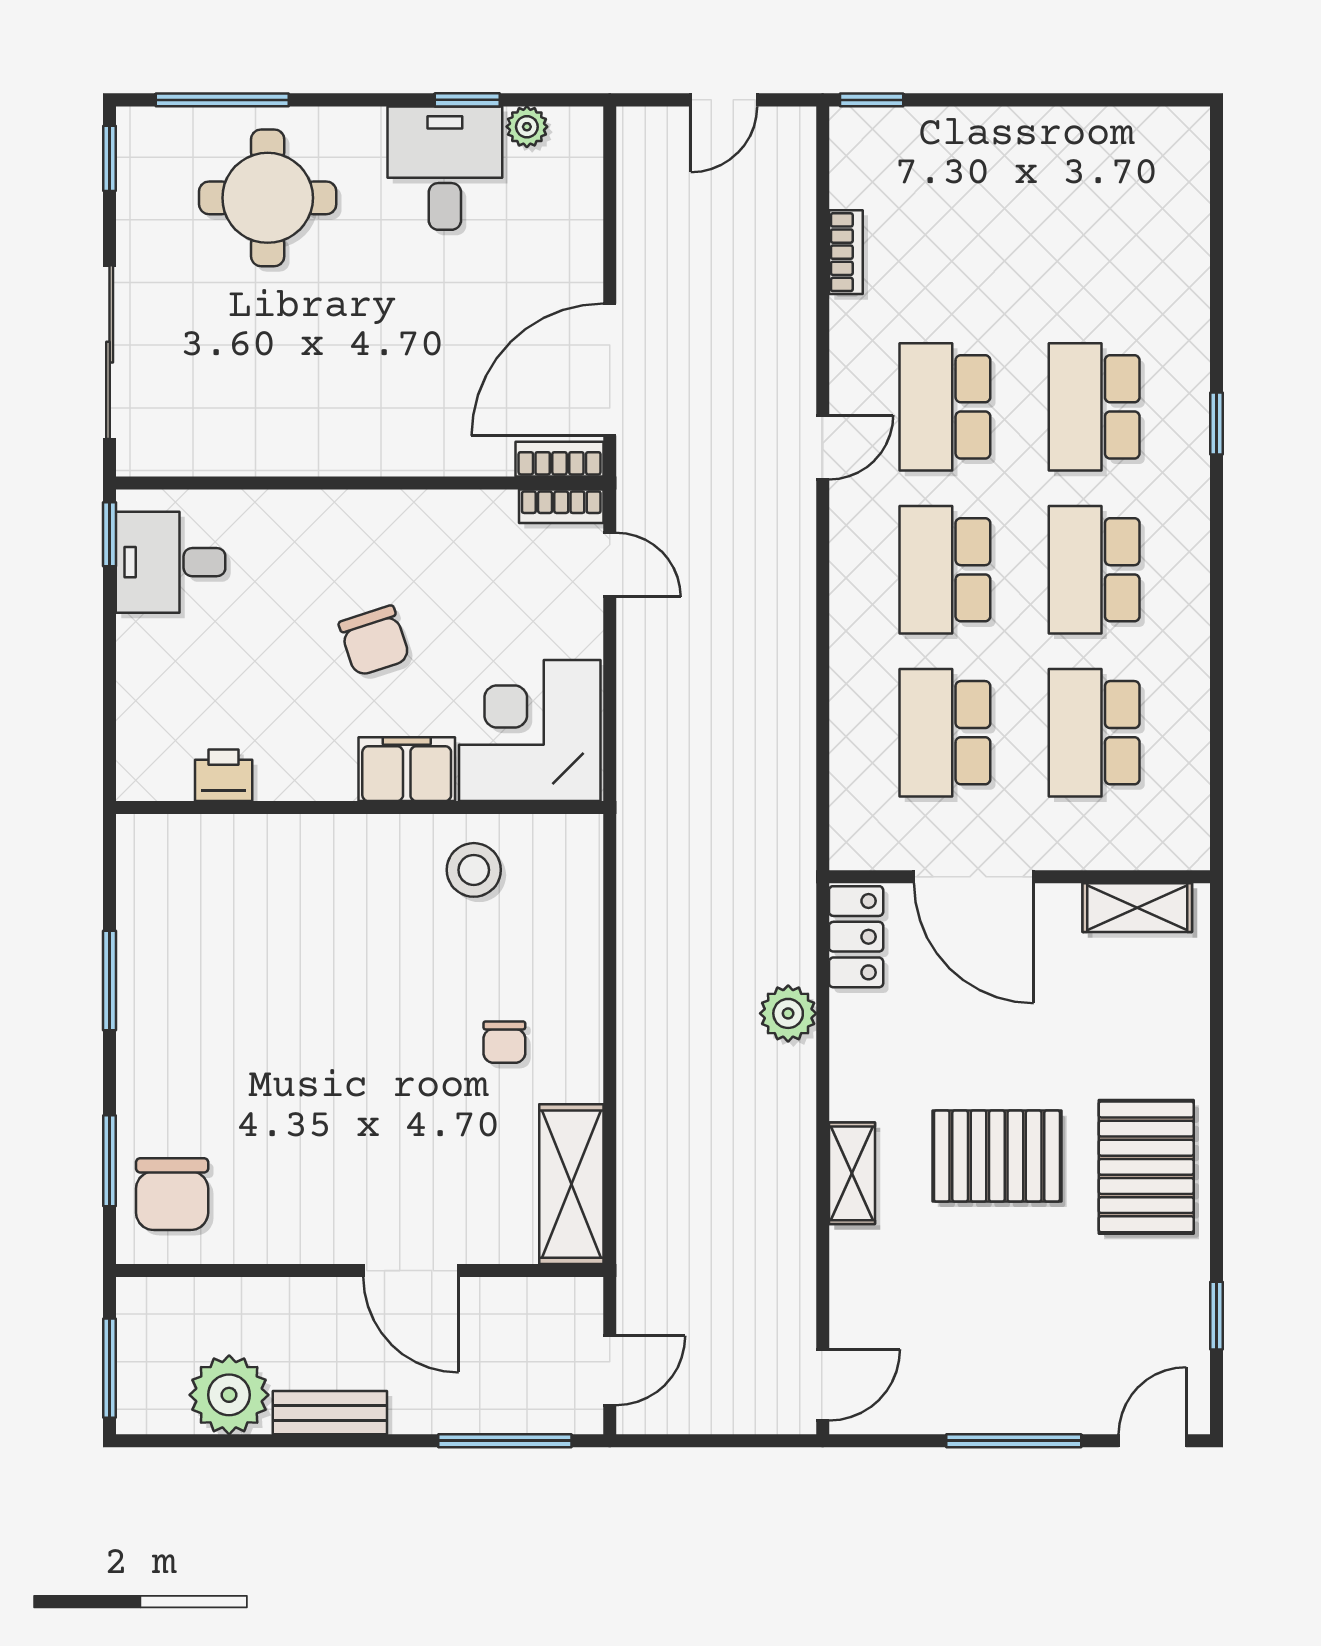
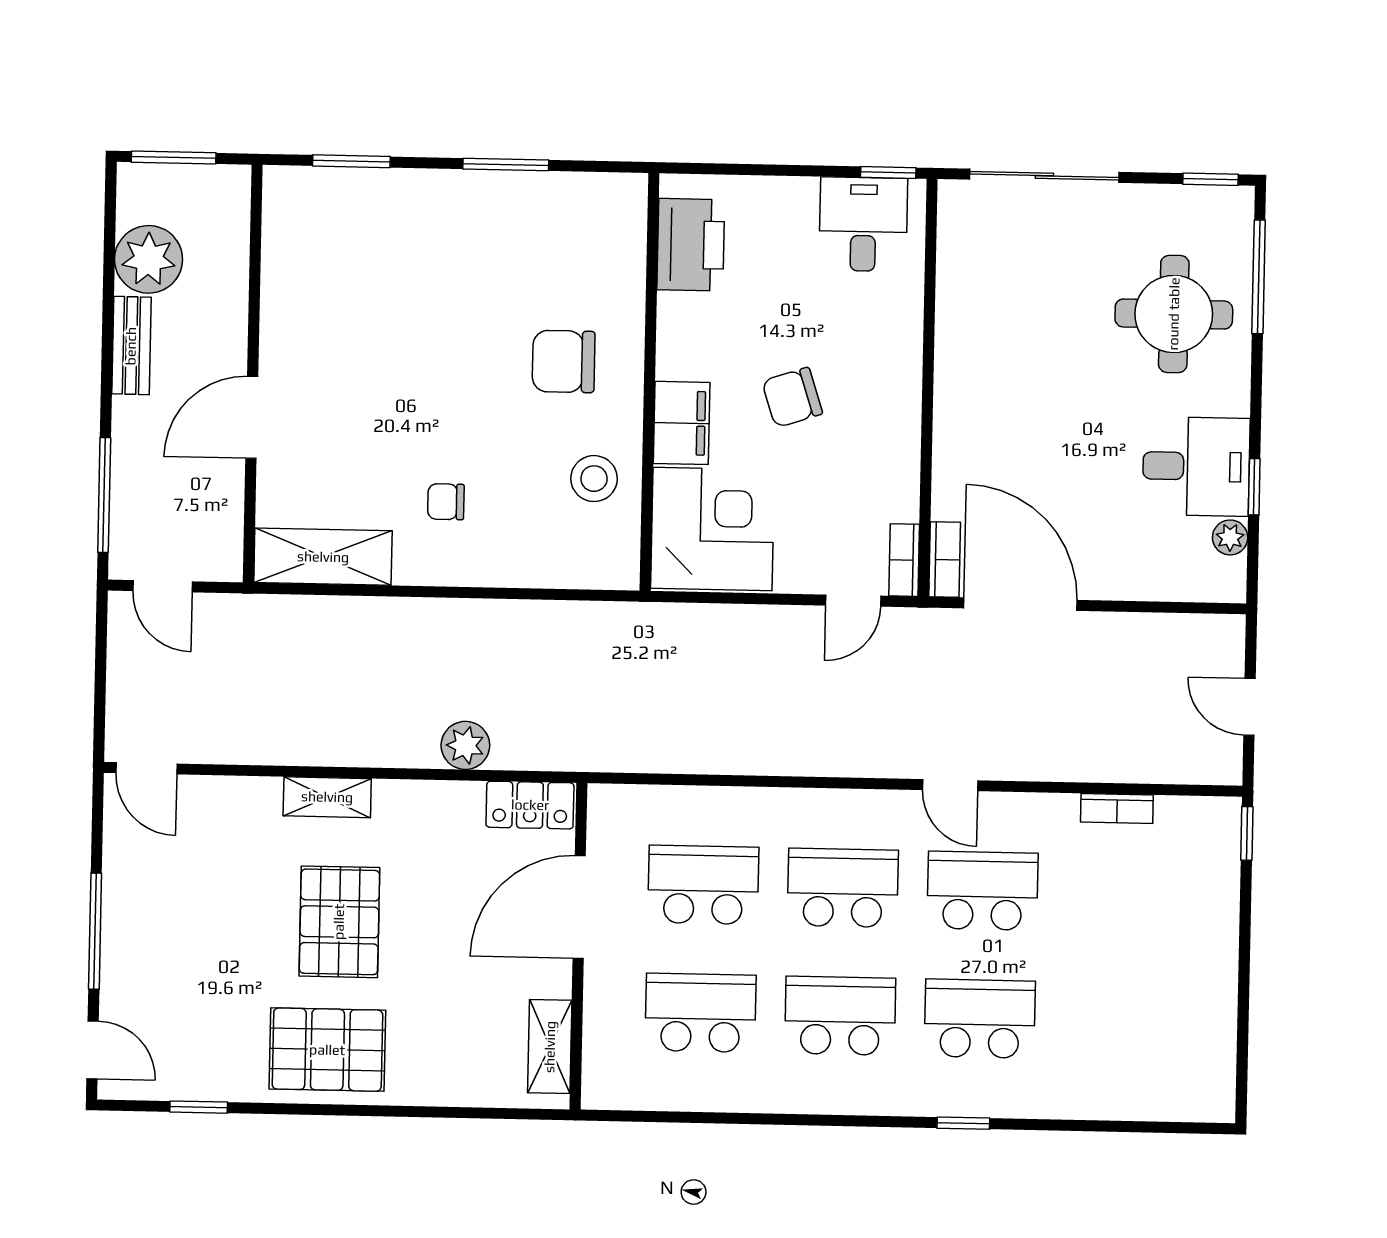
printer: (224, 775) -> (691, 245), width x1.87, depth x1.48
chair: (172, 1194) -> (564, 361), moved

